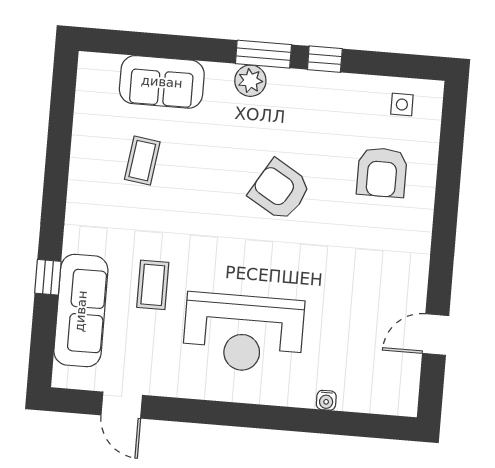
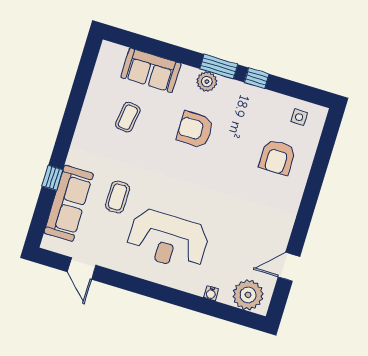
armchair: (280, 190) -> (195, 130), moved, turned -31
plant: (383, 391) -> (248, 295), added

